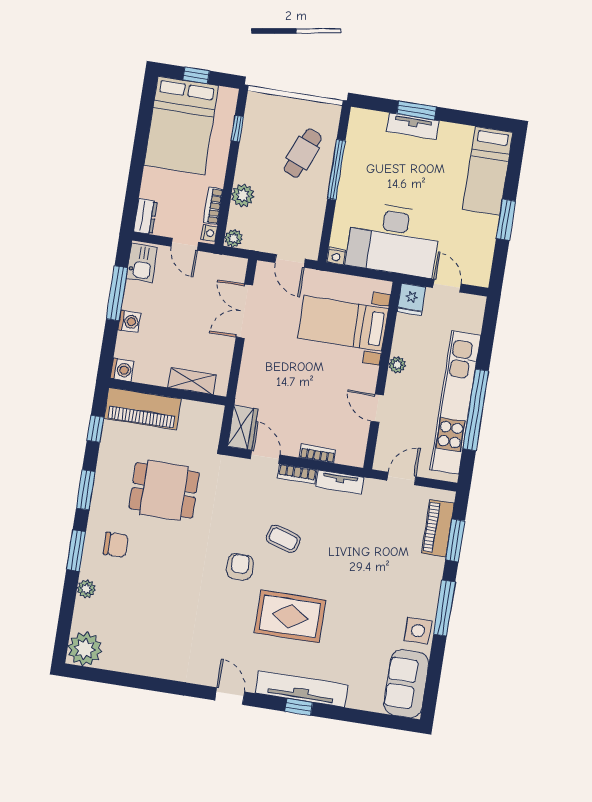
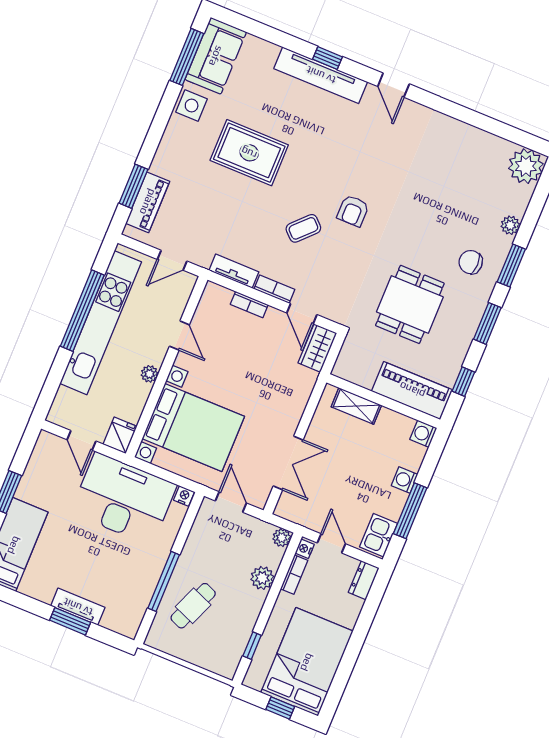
bed with nightstands: (343, 323) -> (193, 428), width x1.36
dining table: (164, 490) -> (410, 304), turned 90
coffee table: (283, 539) -> (303, 228), turned -63
window: (444, 608) -> (187, 57), moved
rug: (290, 616) -> (249, 153), moved

